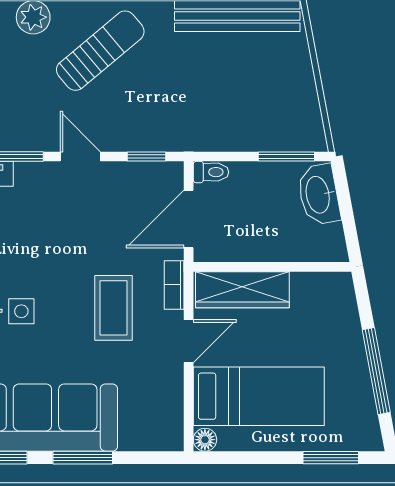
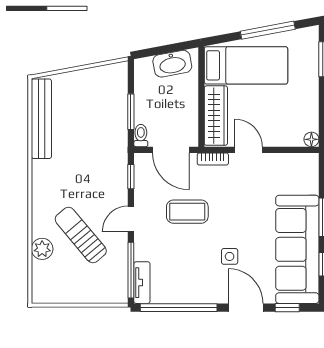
sun lounger: (100, 51) -> (81, 235), moved
window: (286, 156) -> (131, 112), moved
washbasin: (319, 195) -> (172, 64), moved
coffee table: (113, 308) -> (187, 212), moved
bed: (259, 396) -> (246, 65), moved, turned 90

